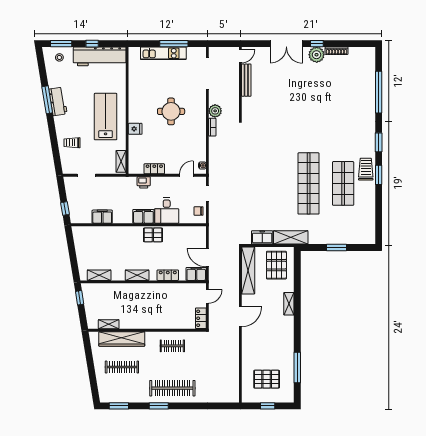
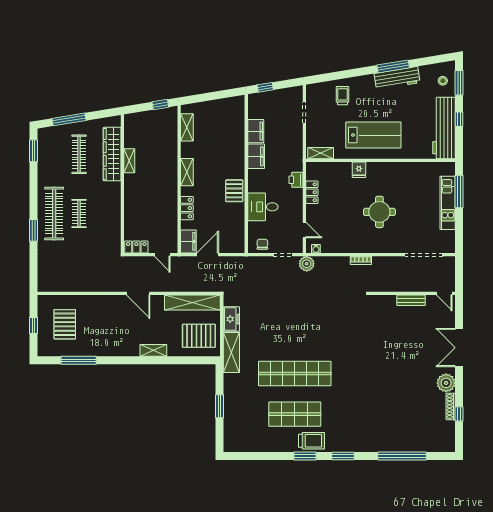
window: (174, 44) -> (459, 192), moved
window: (317, 44) -> (459, 414), moved
bench: (246, 80) -> (411, 300), width x0.73
workbench: (58, 101) -> (397, 78), width x1.38
plant: (215, 111) -> (307, 264), moved
filing cabinet: (143, 216) -> (256, 156), moved
shelving: (109, 324) -> (129, 161), moved
clothes rail: (172, 346) -> (79, 214), moved
window: (92, 376) -> (69, 119), added
window: (159, 406) -> (33, 230), moved

